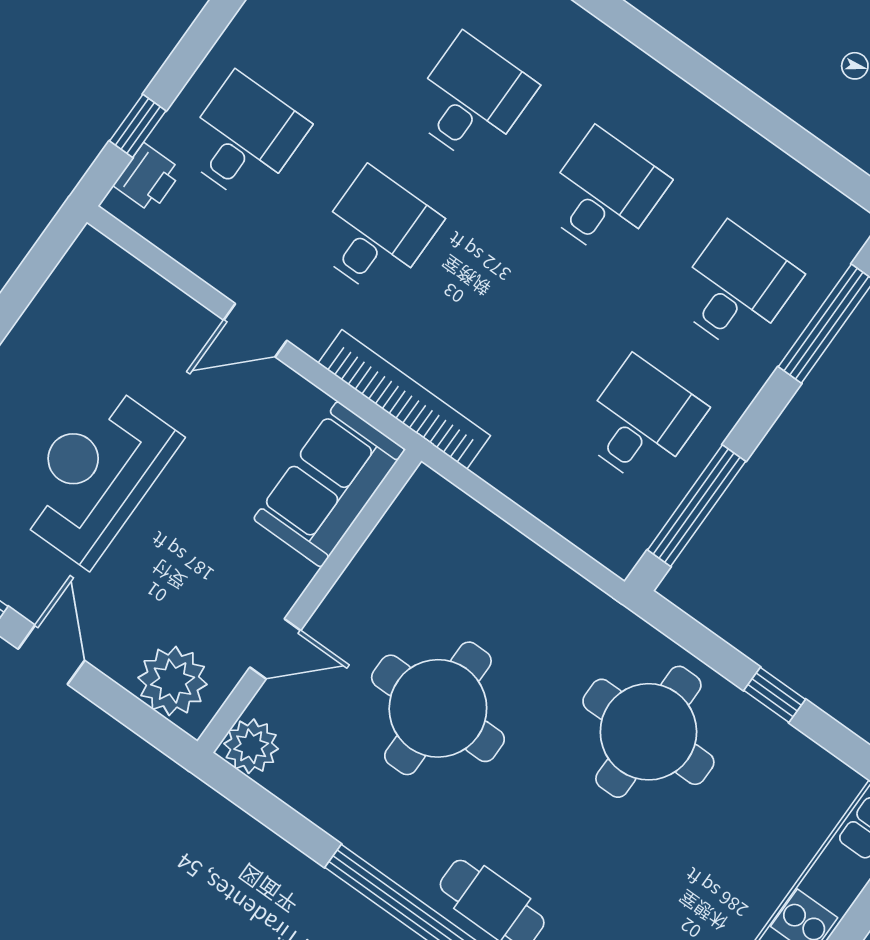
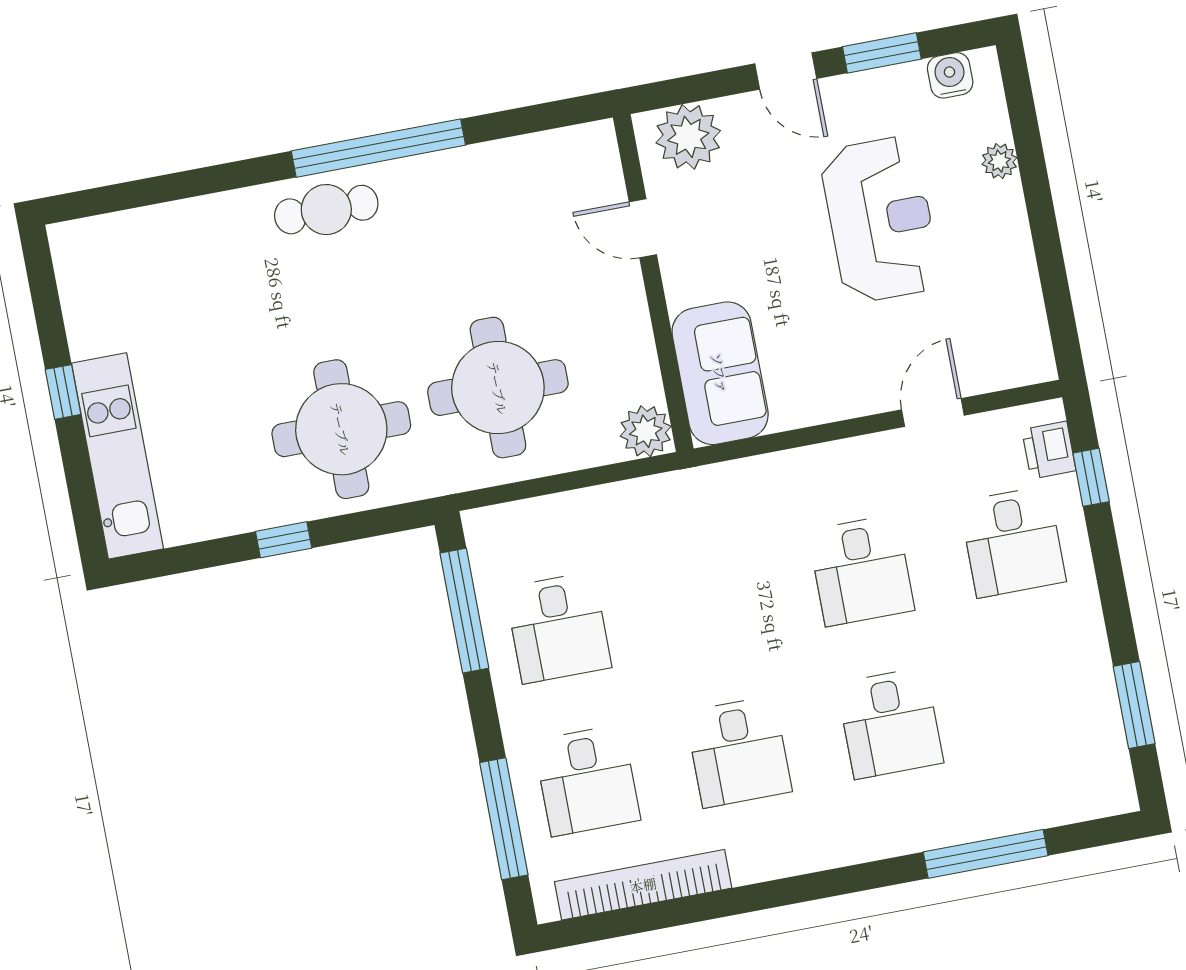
door: (255, 330) -> (933, 413), moved
bookcase: (404, 399) -> (643, 885), moved, turned 180
door: (275, 649) -> (643, 228), hinge flipped
round table: (438, 708) -> (498, 388), moved
plant: (251, 746) -> (646, 431), moved

